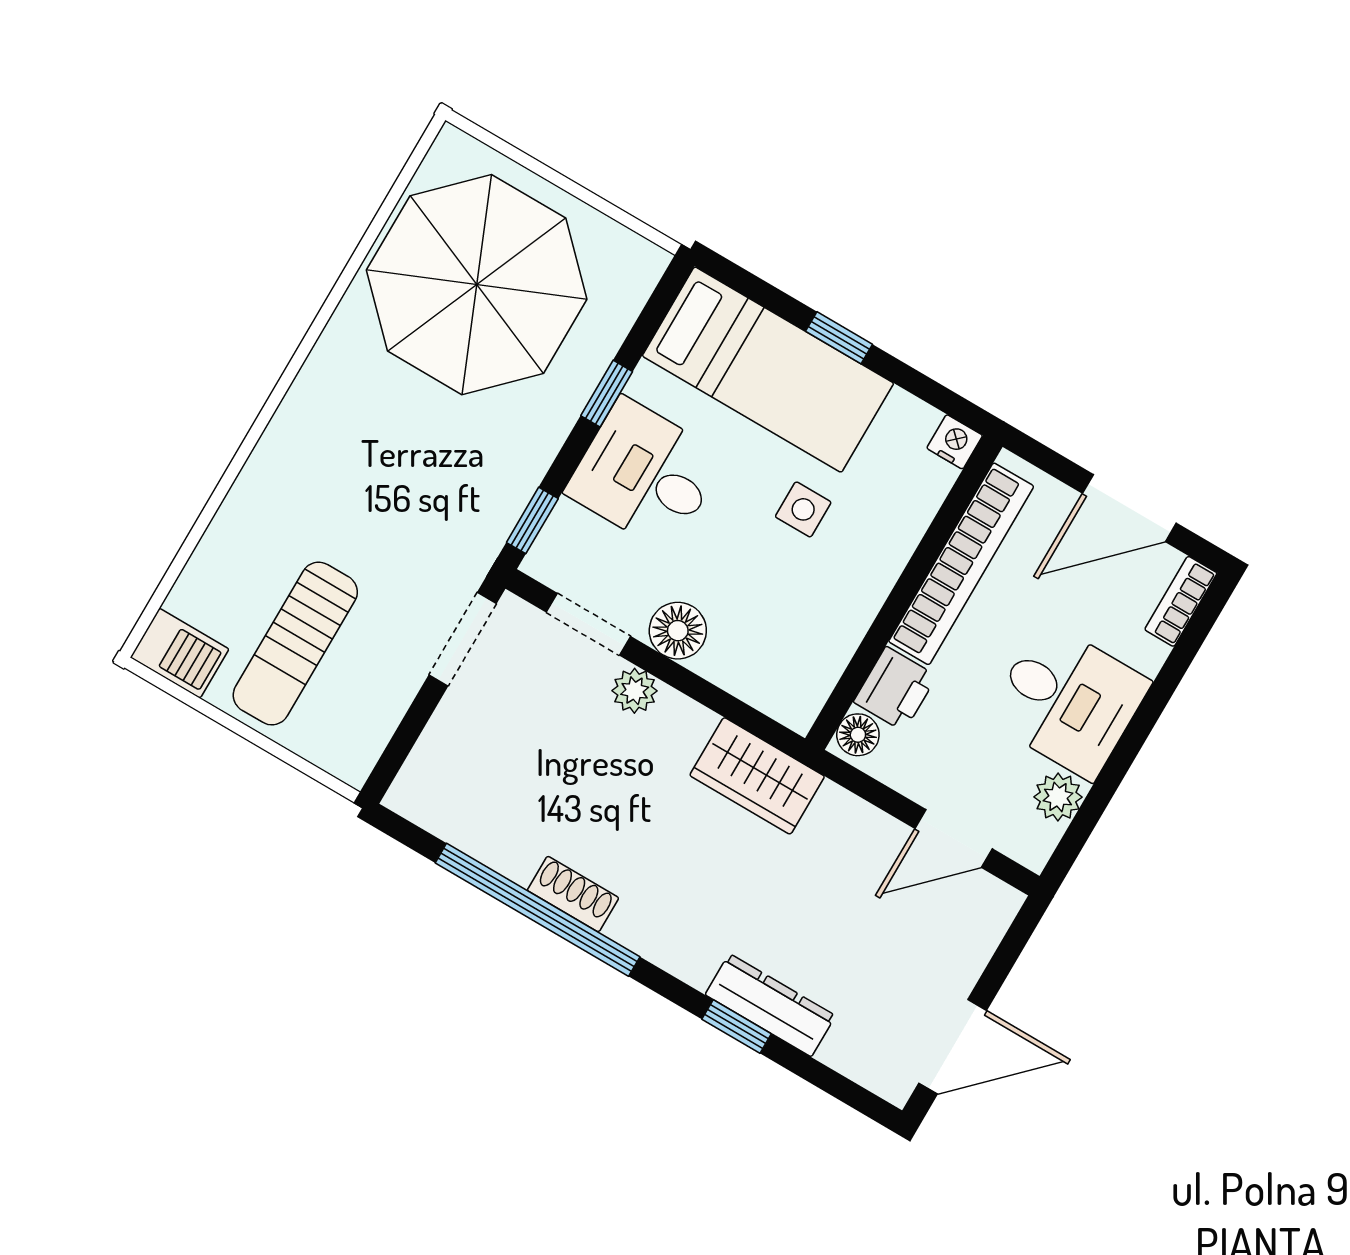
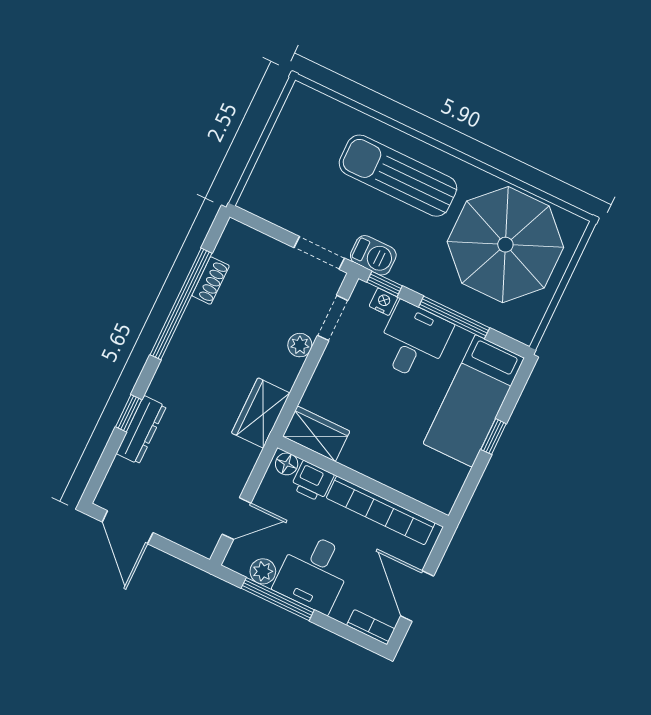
window: (607, 394) -> (454, 317), width x2.17
nightstand: (955, 442) -> (383, 302), moved, turned -90
side table: (803, 509) -> (402, 425), removed
floor lamp: (678, 631) -> (333, 365), removed
sun lounger: (295, 644) -> (398, 176), moved, width x1.36, depth x1.34
barbecue: (180, 653) -> (373, 255), moved, turned -90
wardrobe: (805, 674) -> (316, 434), added
window: (1113, 773) -> (278, 599), added
door: (954, 839) -> (237, 519), swing flipped
shoe rack: (573, 894) -> (211, 281), moved

